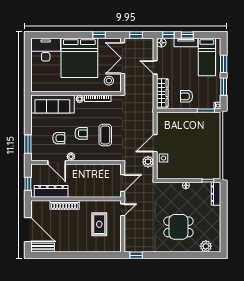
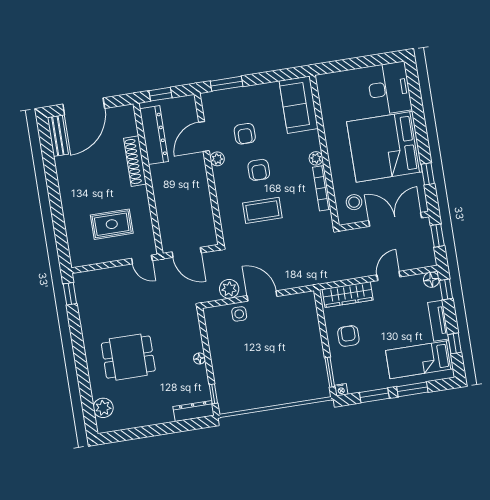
window: (187, 35) -> (455, 343), moved
sofa: (52, 104) -> (299, 105), width x0.73
dining table: (178, 227) -> (128, 357), turned 90

